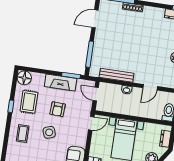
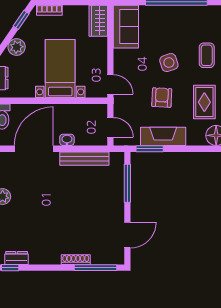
door: (150, 87) -> (34, 149), width x1.87
door: (91, 123) -> (110, 84), swing flipped

